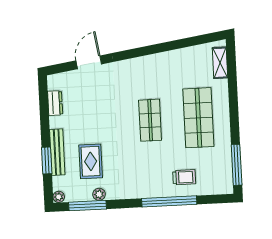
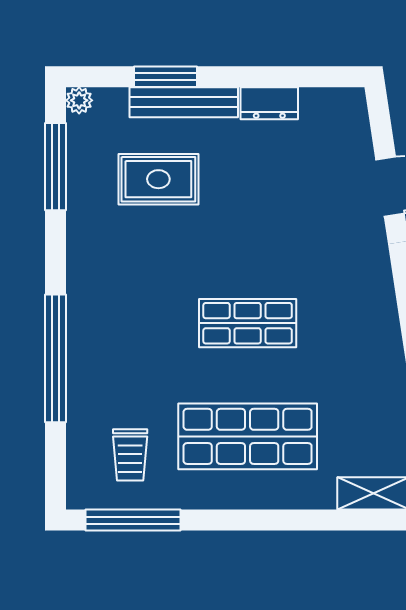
dresser: (55, 103) -> (269, 103), moved
trolley: (184, 177) -> (130, 455), moved
plant: (99, 194) -> (80, 195), removed

